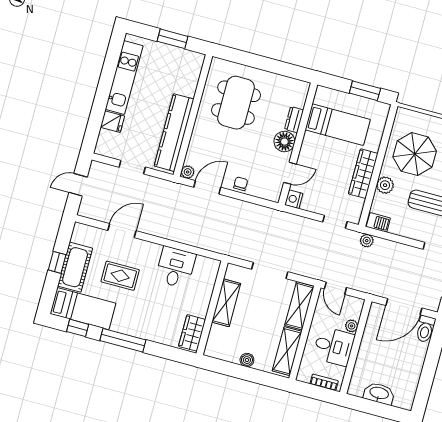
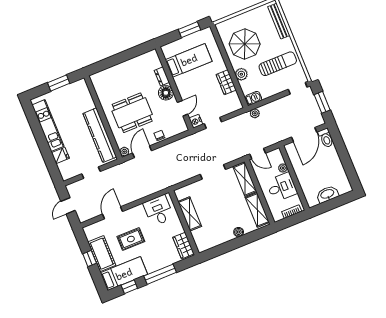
dining table: (236, 103) -> (132, 113), moved, turned 90
wardrobe: (363, 174) -> (226, 82), width x0.67
doorway: (335, 222) -> (213, 123), moved
shelving: (226, 303) -> (190, 214), moved
wall: (212, 308) -> (184, 223), moved
wardrobe: (192, 333) -> (183, 246), moved

